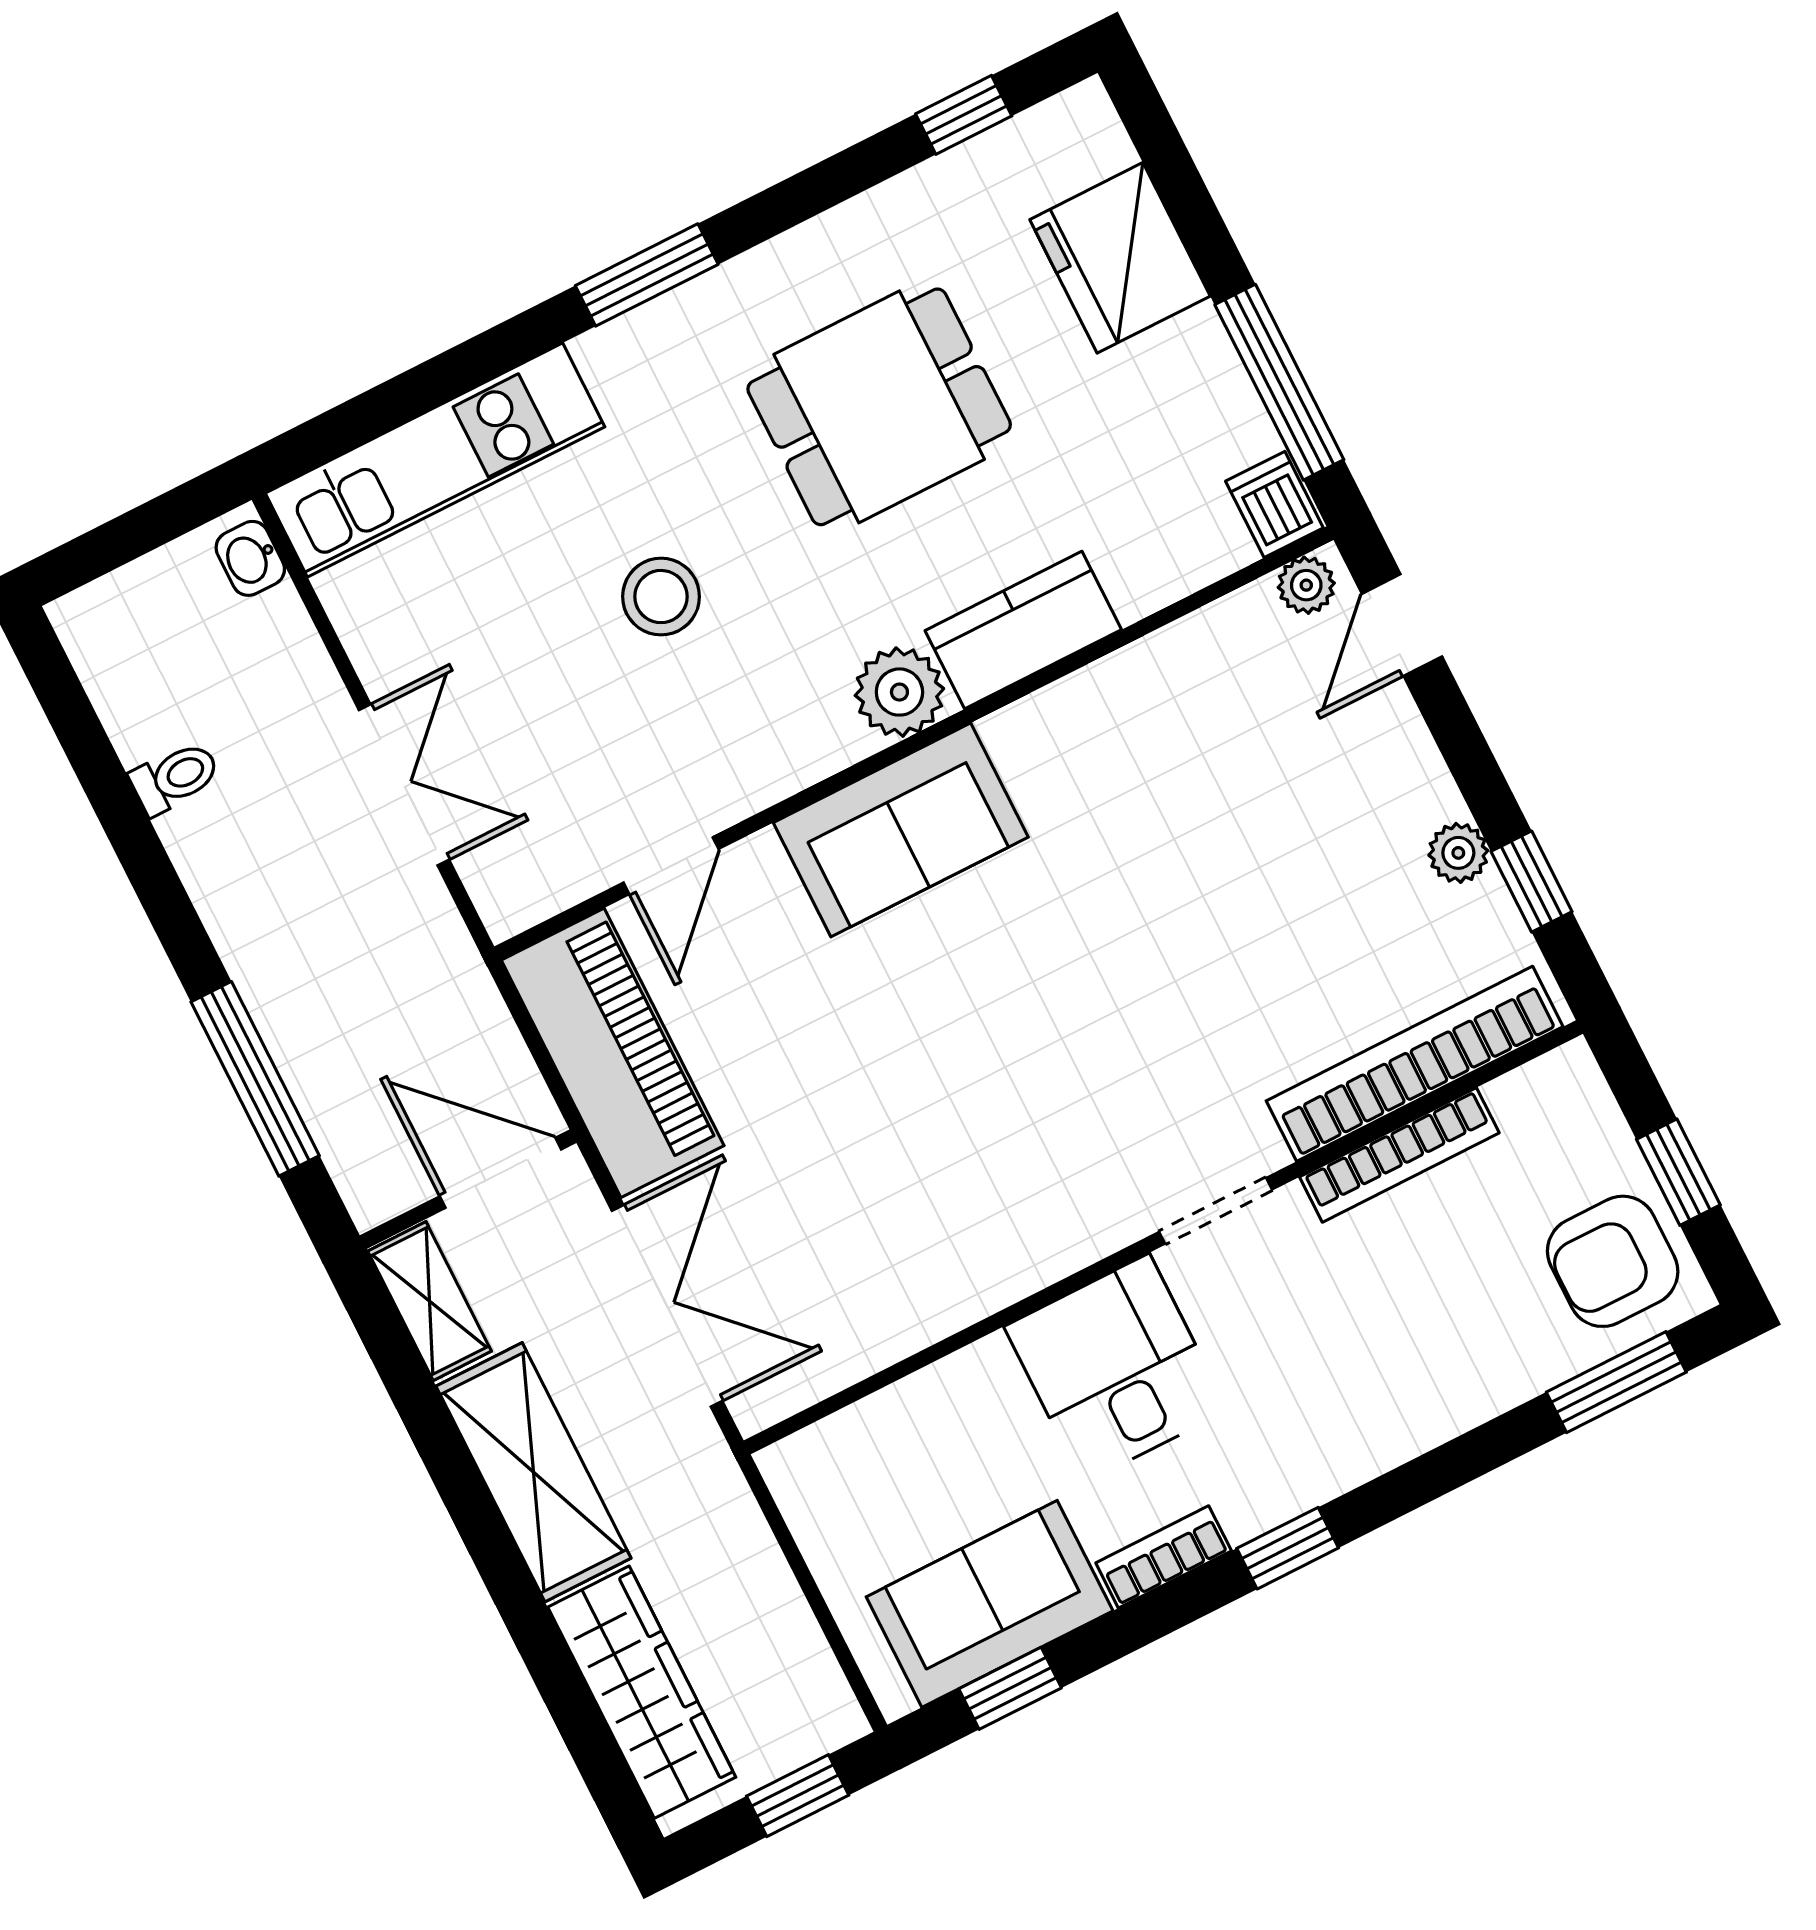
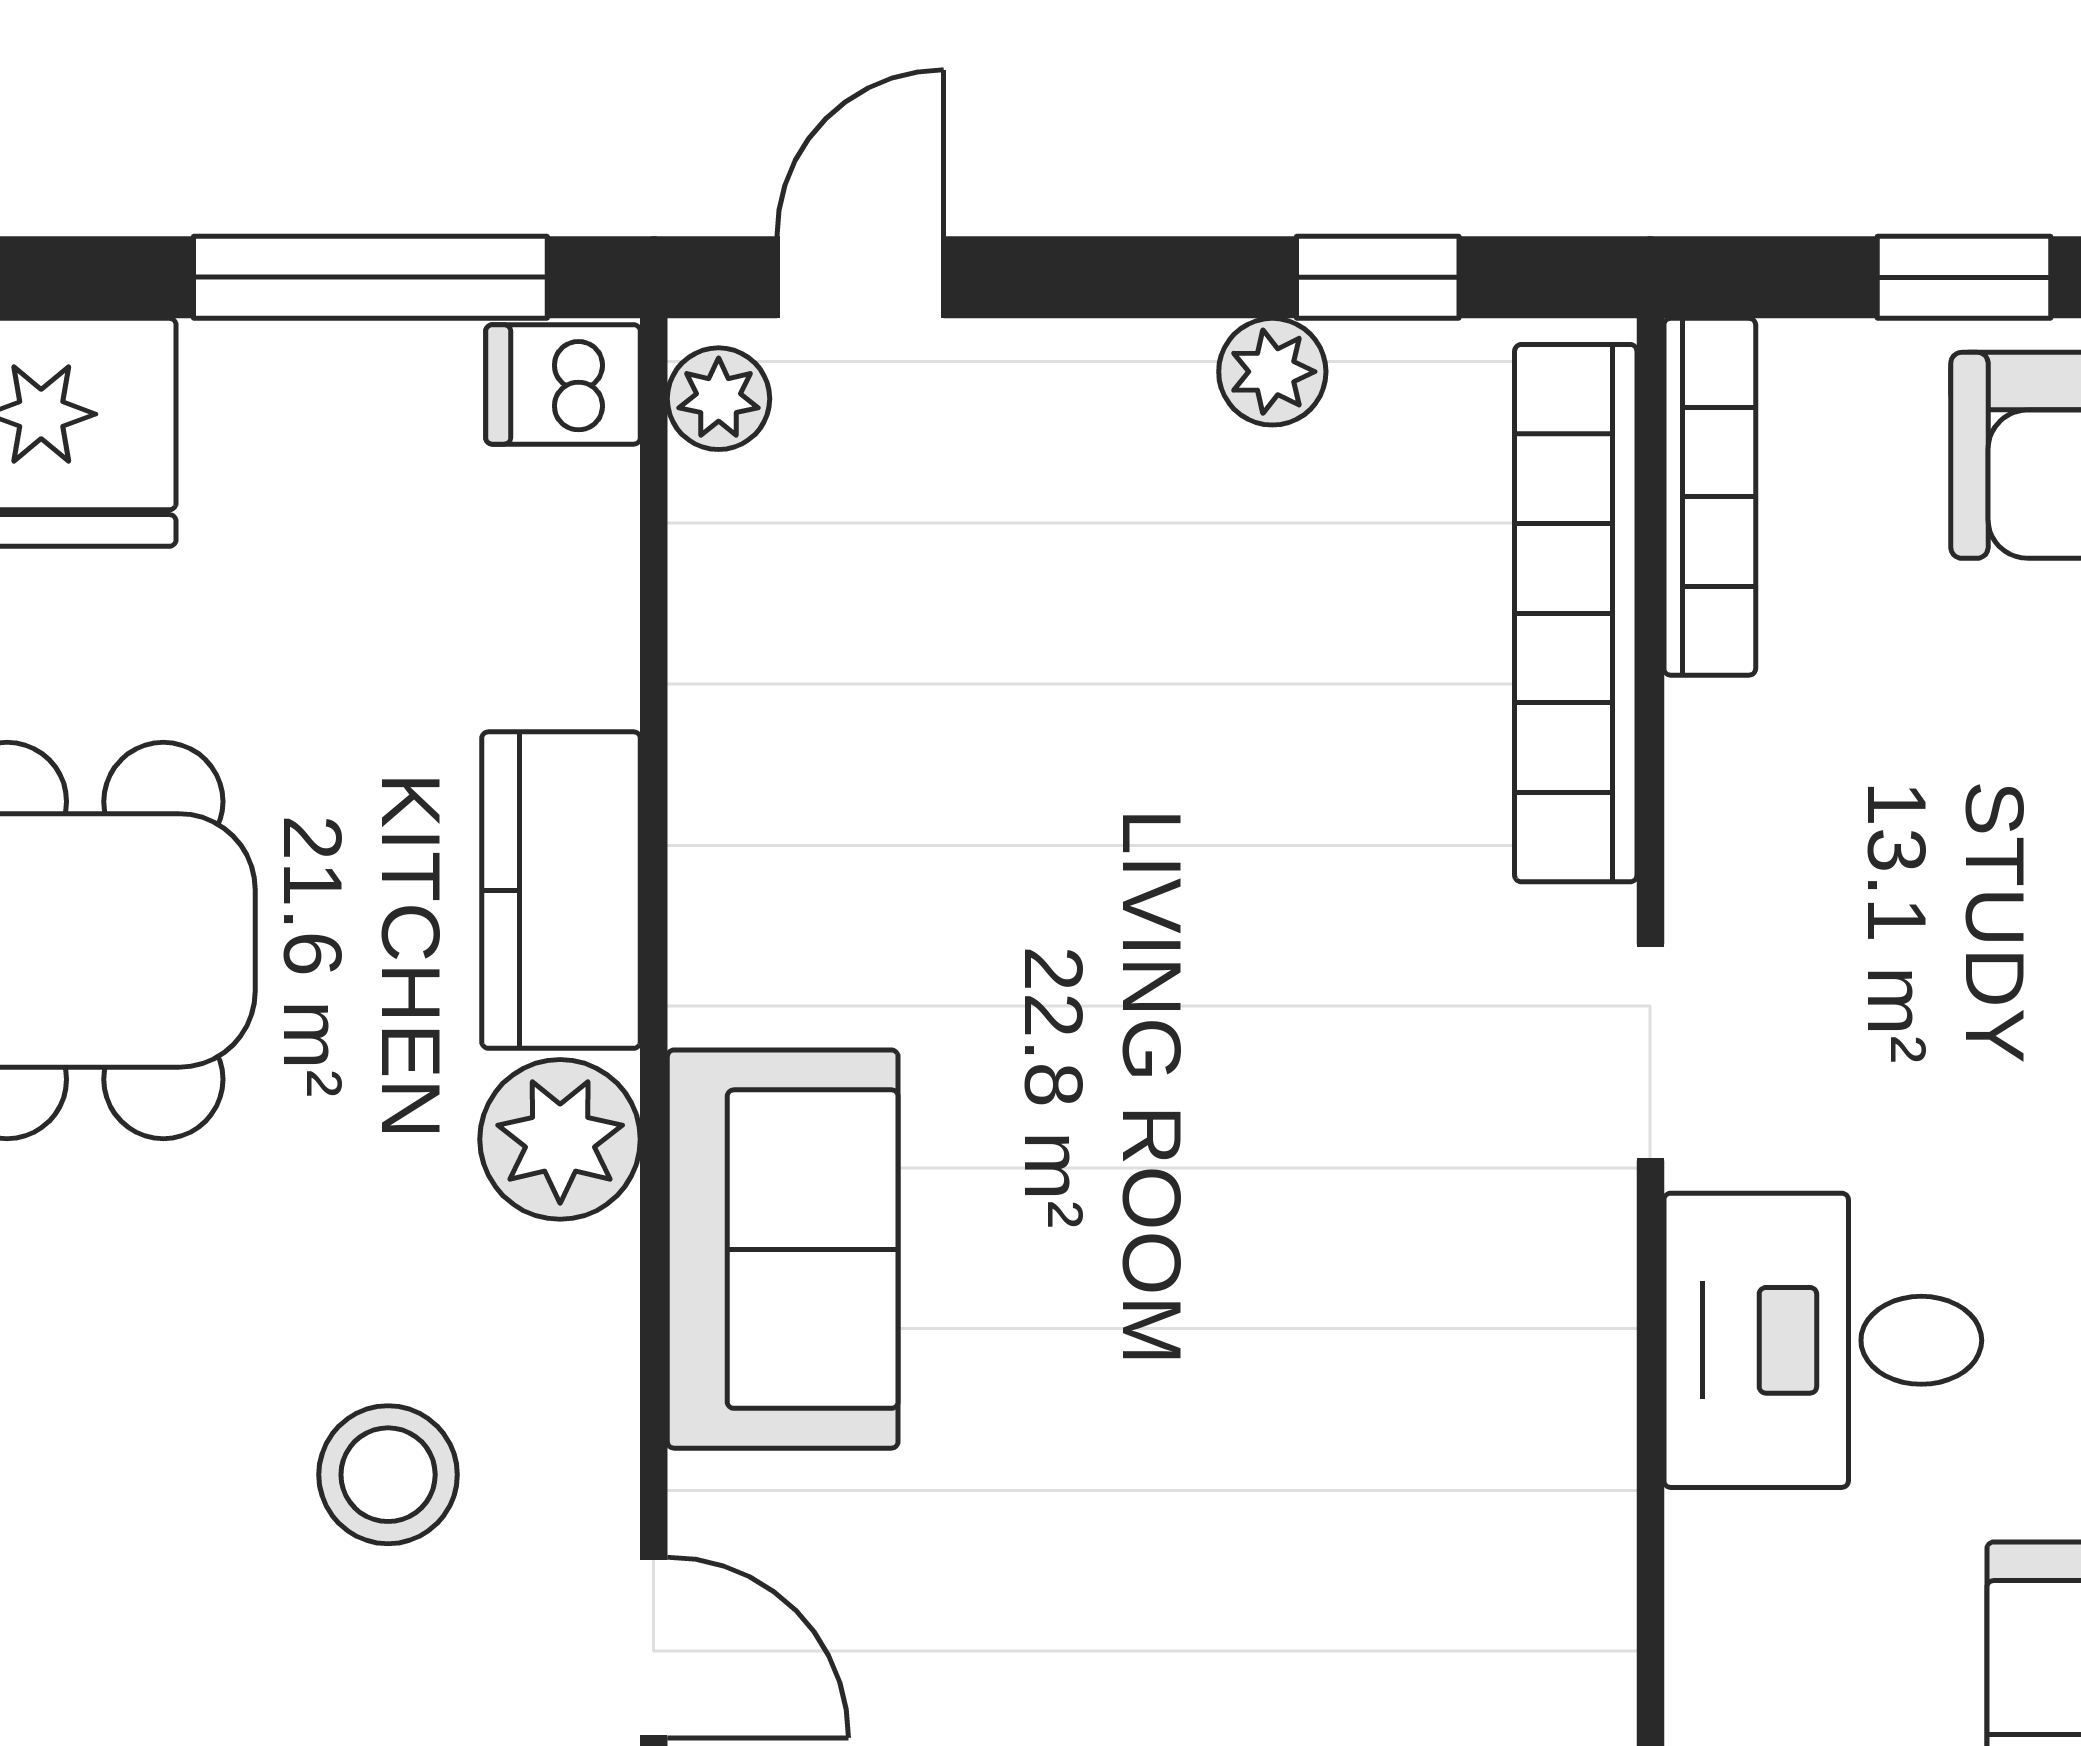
stool: (661, 597) -> (388, 1475), moved
door: (1402, 625) -> (860, 277), swing flipped
bookcase: (1399, 1155) -> (1710, 497), moved

